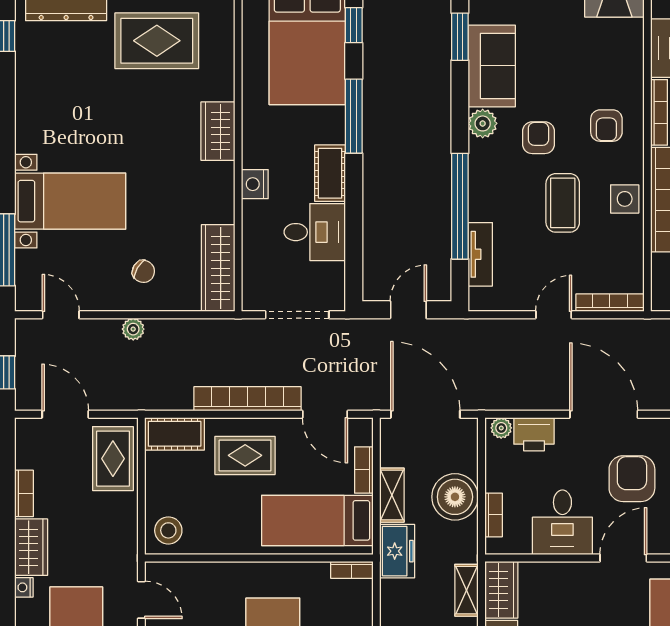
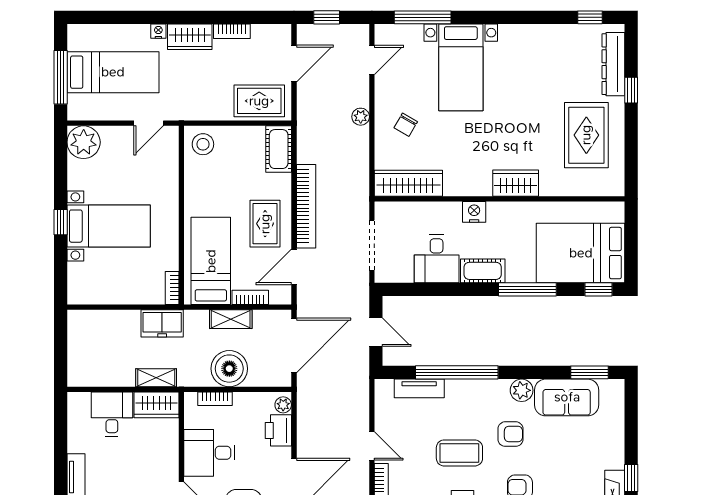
rug: (245, 455) -> (265, 224), moved
freezer: (397, 551) -> (162, 323), moved

